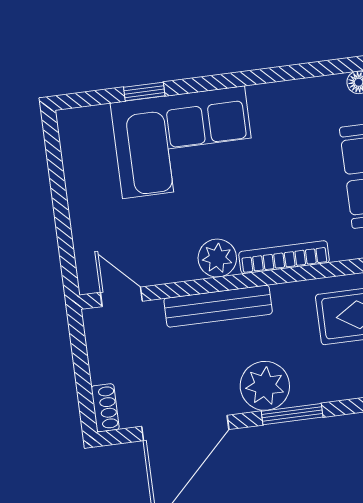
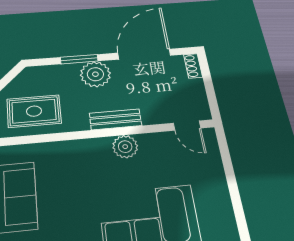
bookcase: (284, 257) -> (81, 146), removed
bench: (218, 306) -> (116, 119), width x0.73

